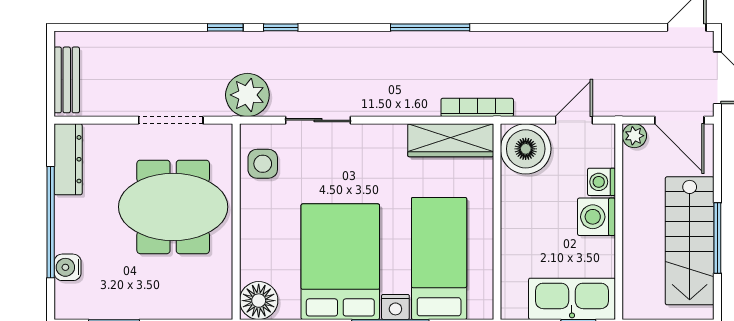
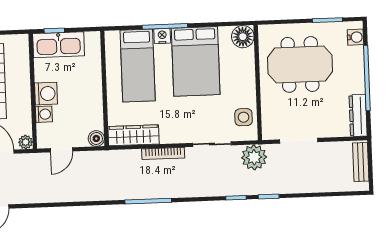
bookcase: (477, 107) -> (163, 153), moved
boiler: (526, 149) -> (96, 138), width x0.54, depth x0.54
meeting table: (173, 207) -> (300, 64), moved
water cooler: (68, 267) -> (355, 37), moved

